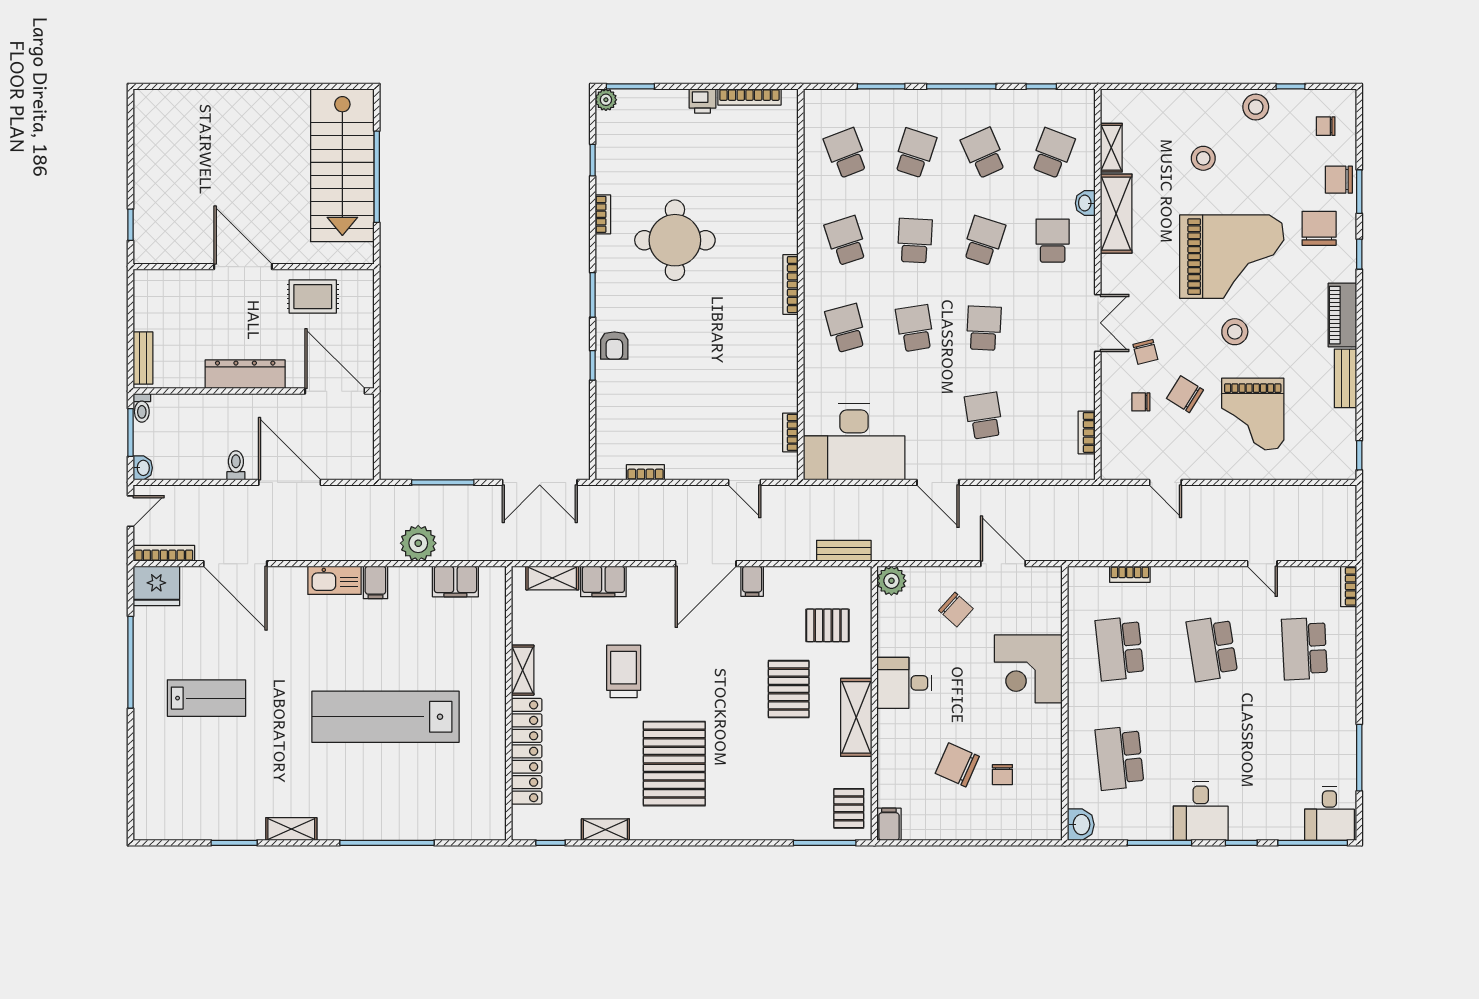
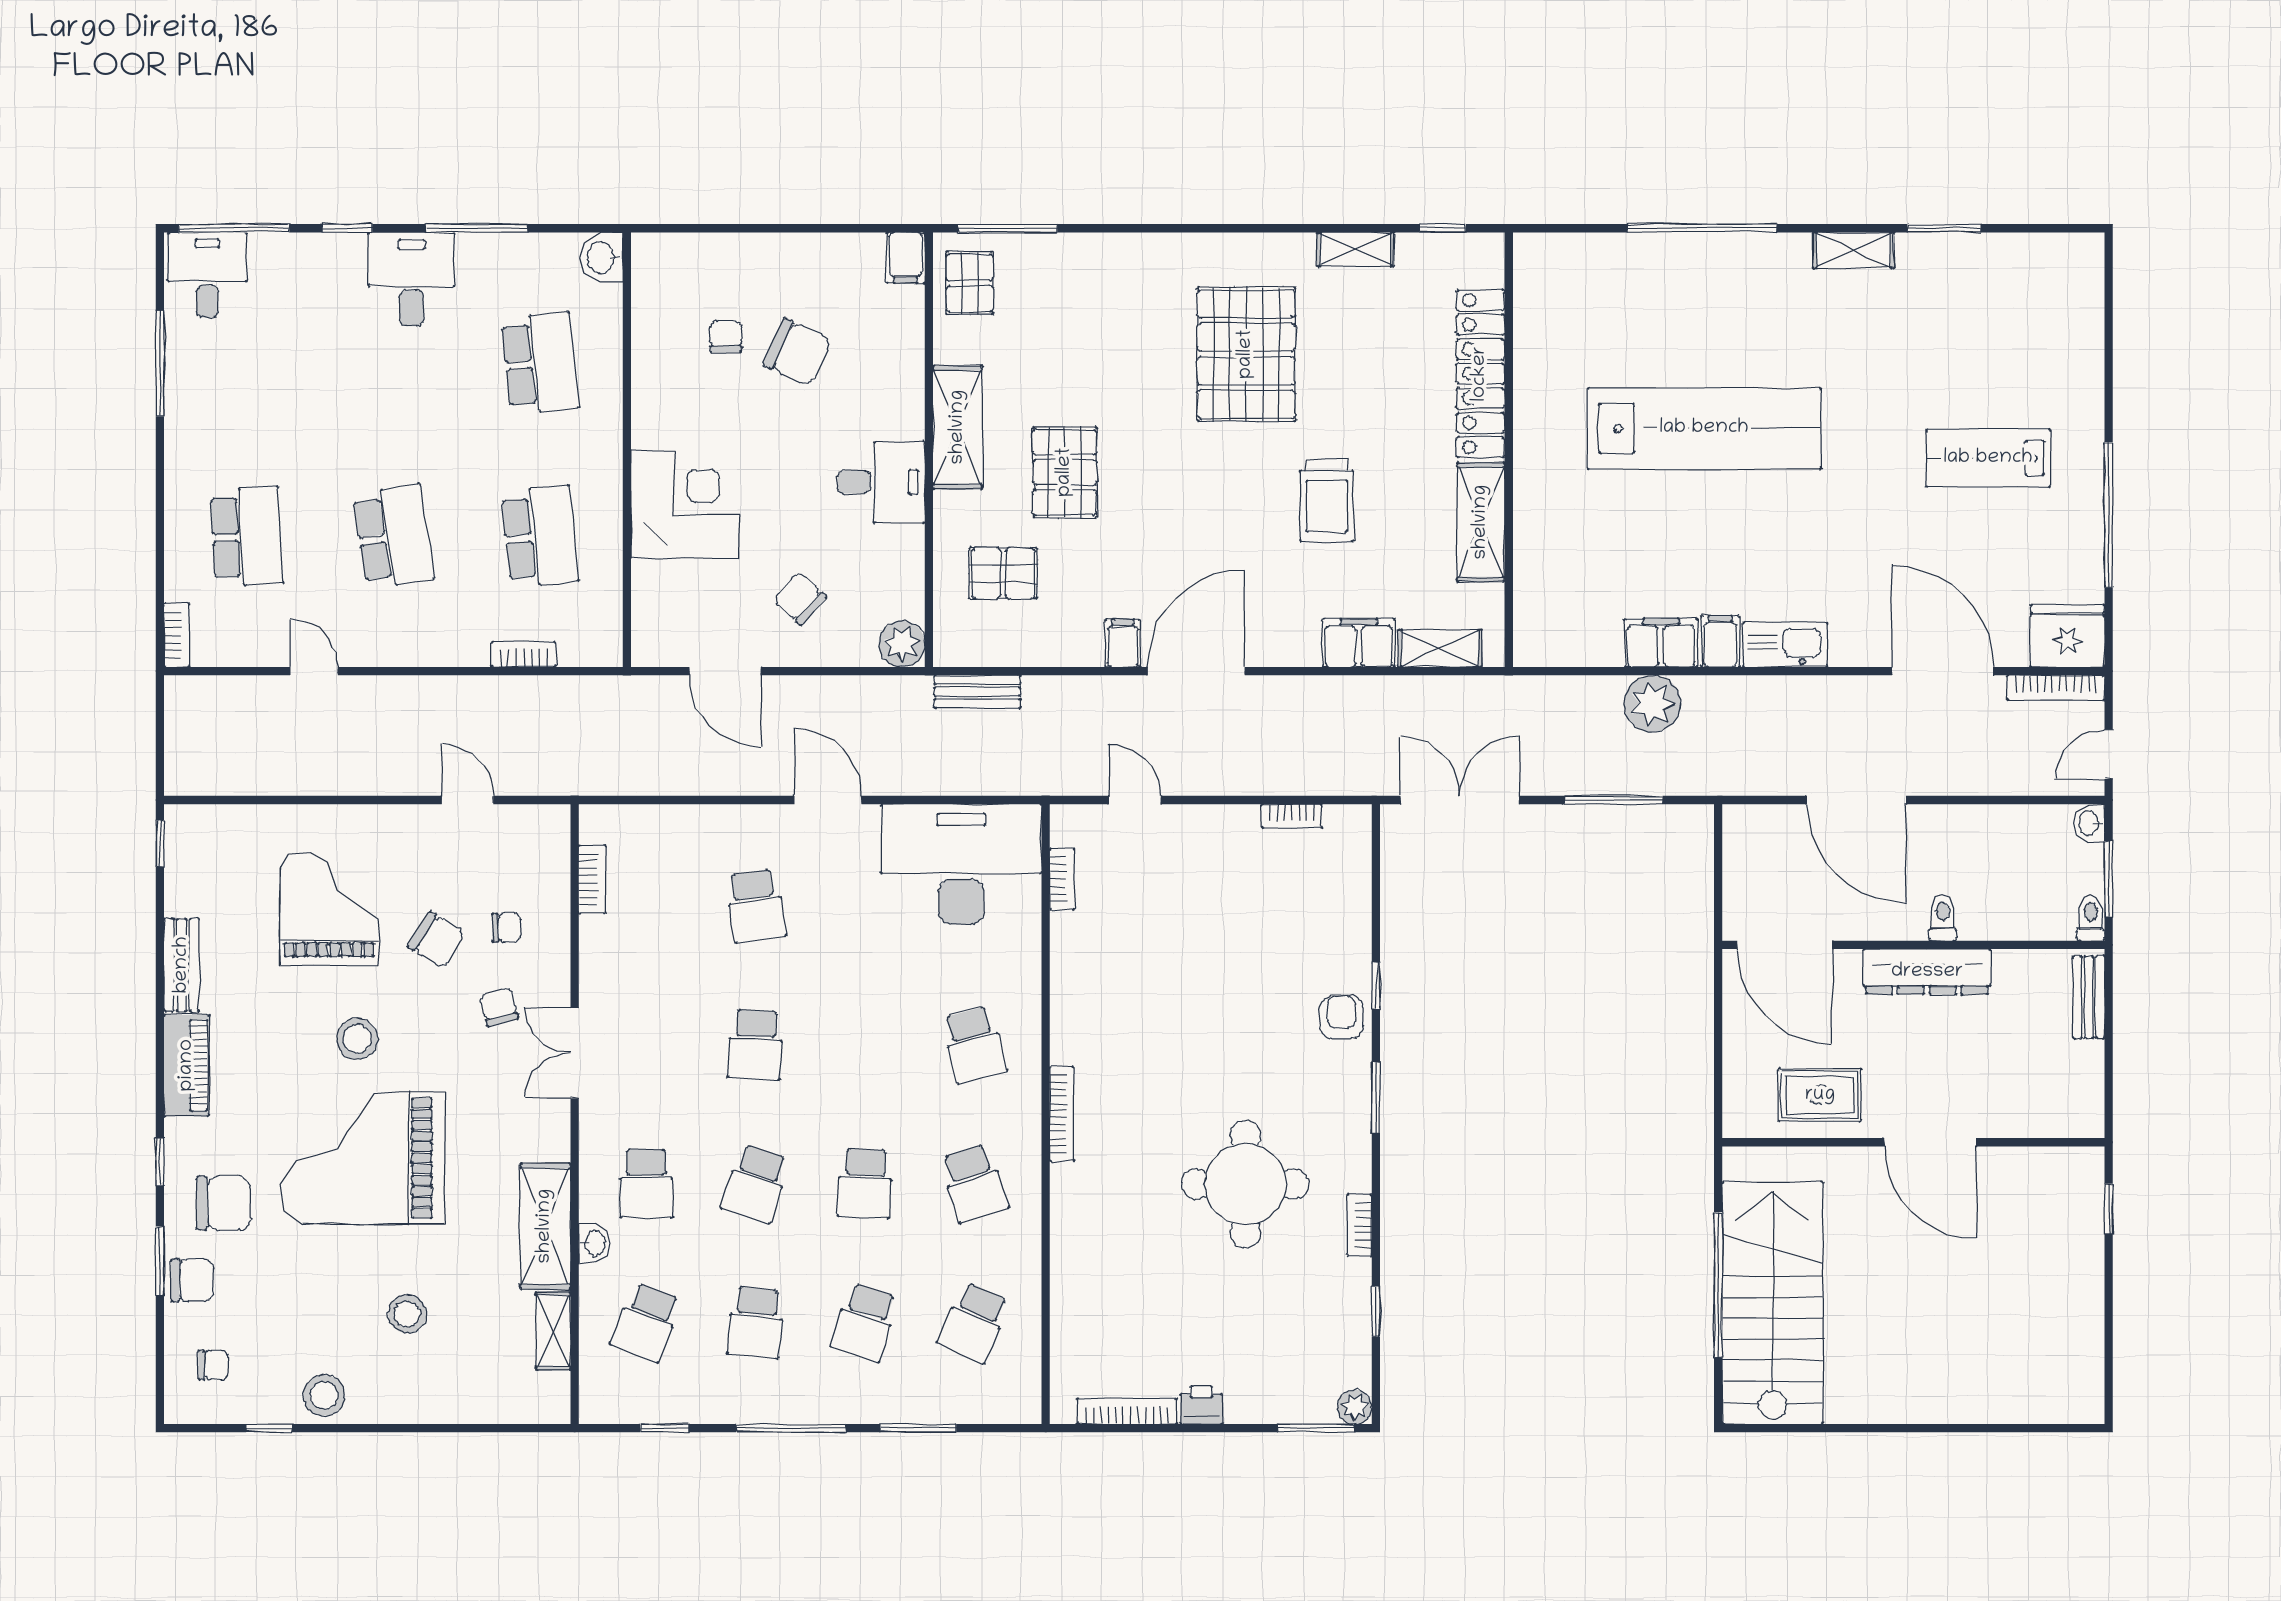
school desk: (846, 153) -> (974, 1322), turned 45
school desk: (984, 153) -> (756, 1322), turned 30
chair: (1319, 228) -> (224, 1203), turned -90
school desk: (915, 328) -> (865, 1045), removed
toilet: (236, 465) -> (1943, 918), moved, turned 180
filing cabinet: (455, 582) -> (1661, 643), moved
shelving: (523, 670) -> (1481, 522), width x1.50, depth x1.33

